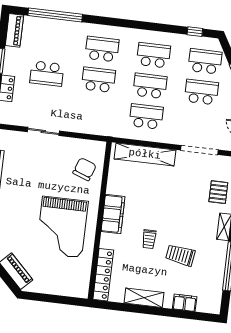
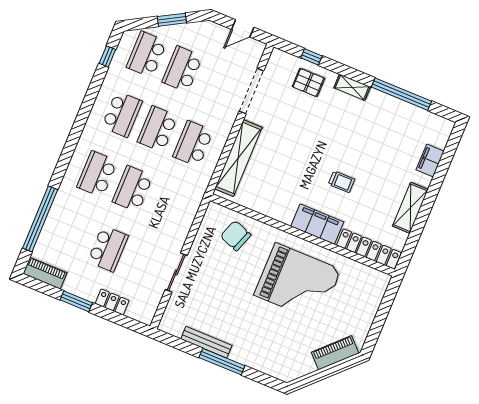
school desk: (154, 55) -> (122, 114), turned 180
filing cabinet: (113, 214) -> (317, 224), moved
trolley: (180, 255) -> (371, 149), removed

